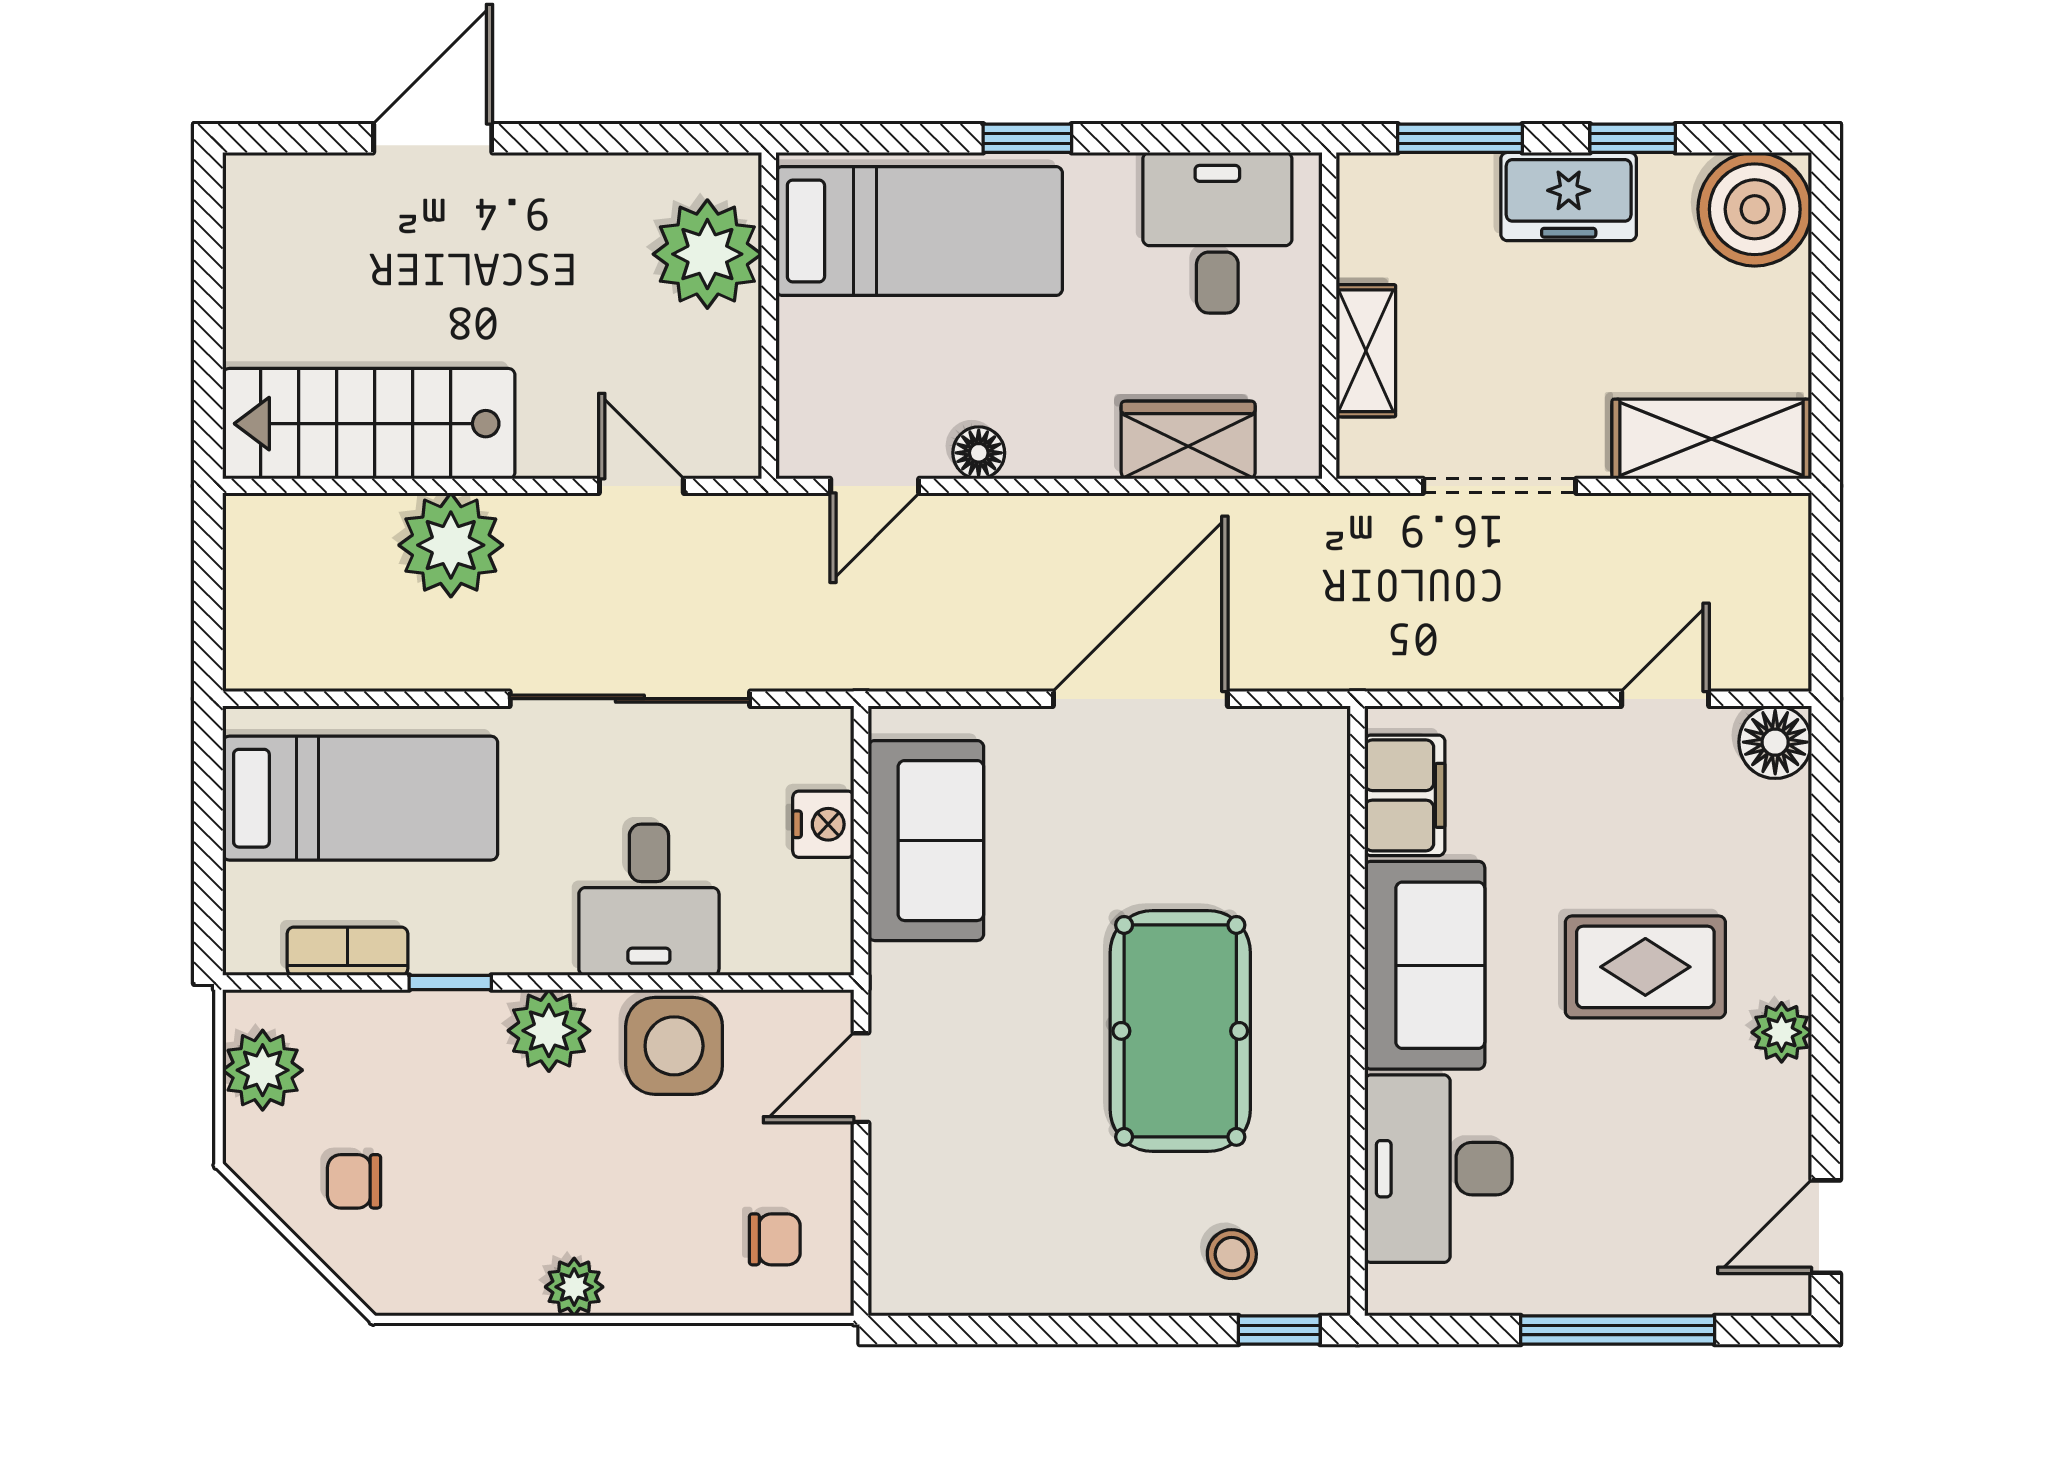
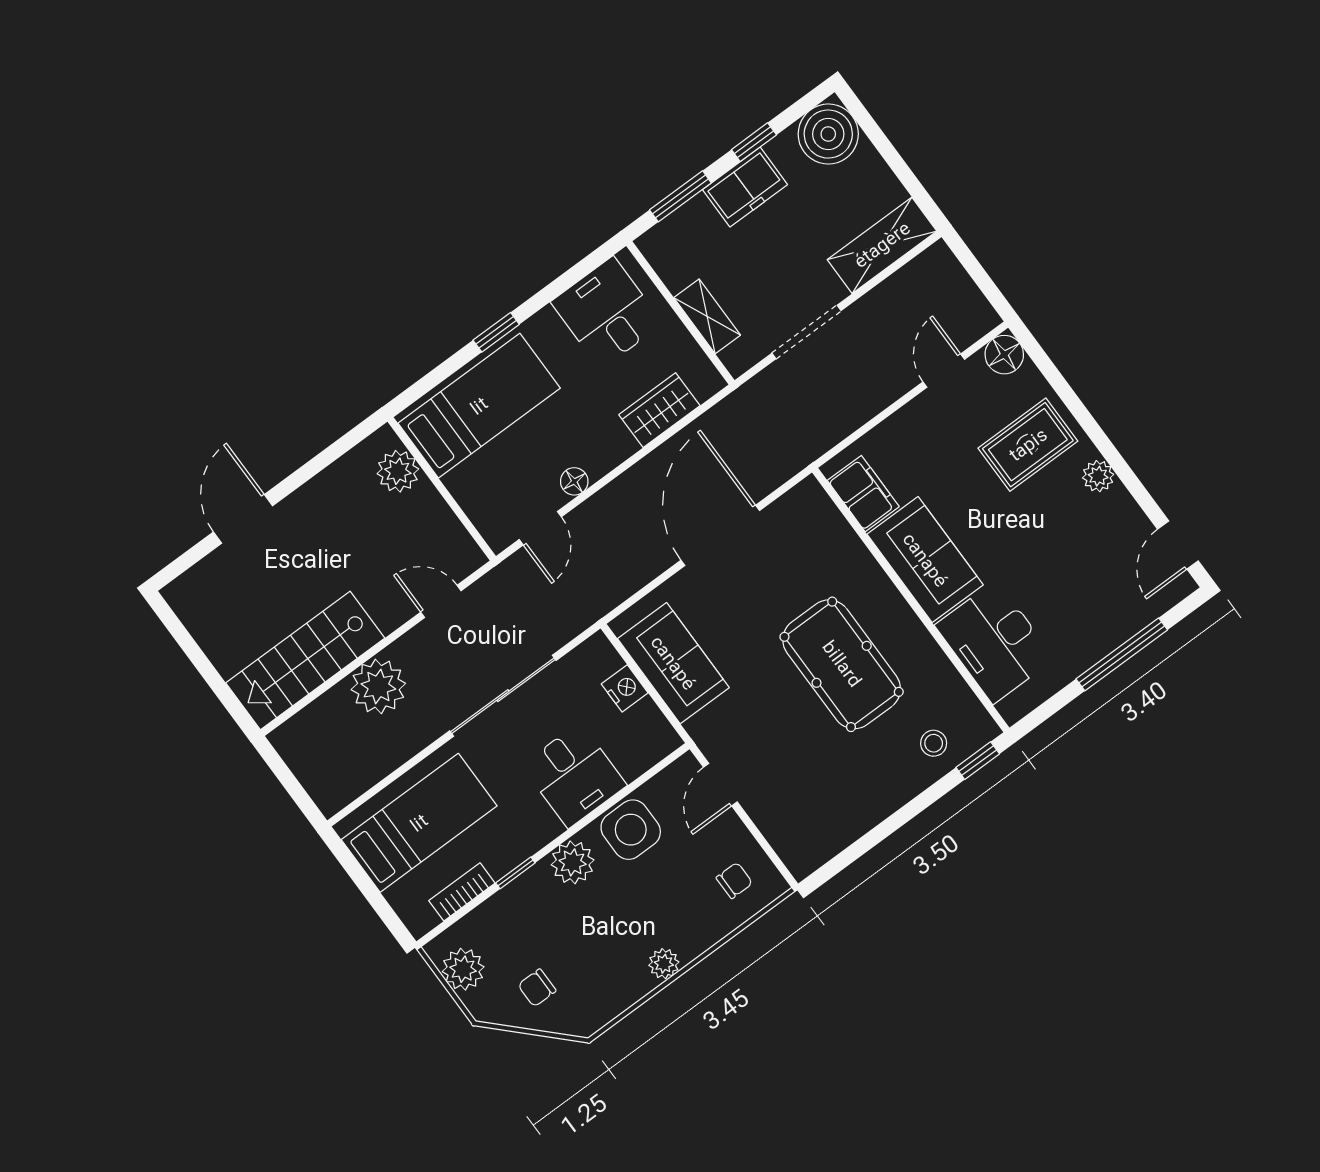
plant: (707, 254) -> (398, 471), width x0.73, depth x0.73
rug: (1645, 967) -> (1028, 445), moved

